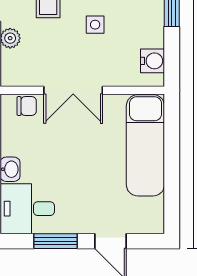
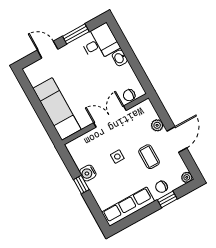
water cooler: (153, 61) -> (88, 173), moved

